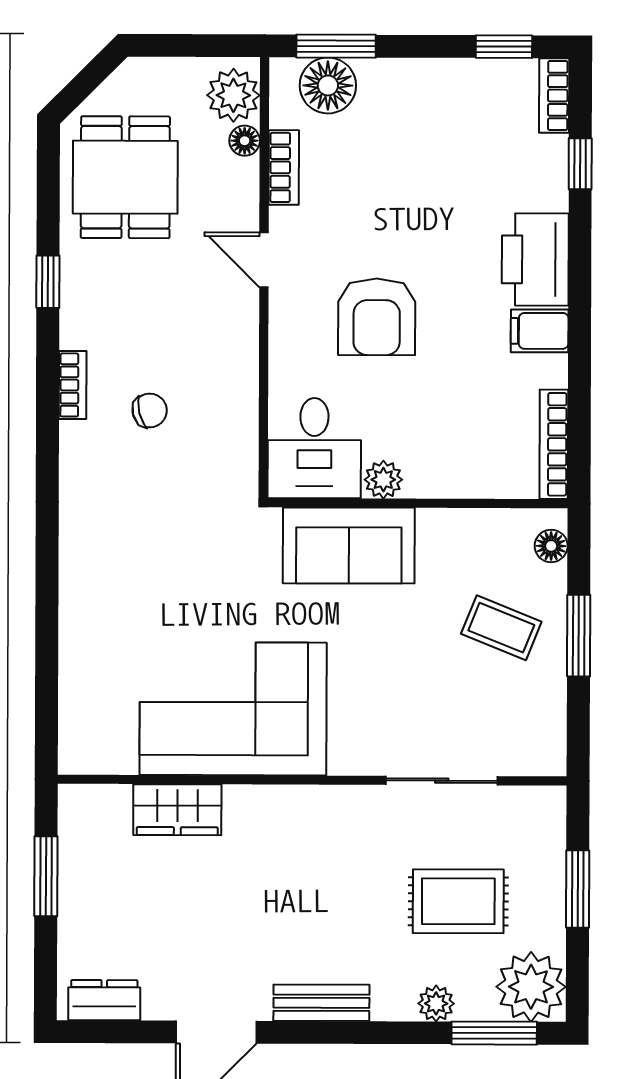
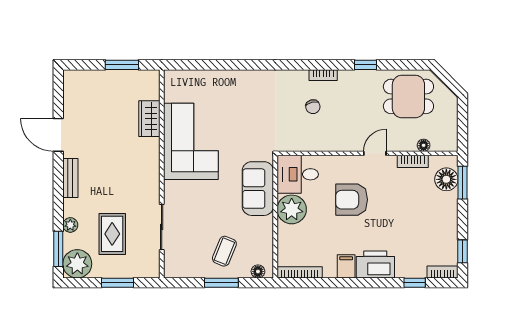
plant: (233, 95) -> (442, 141), removed
plant: (383, 480) -> (292, 209), width x1.88, depth x1.88
dresser: (104, 1000) -> (71, 89), removed

